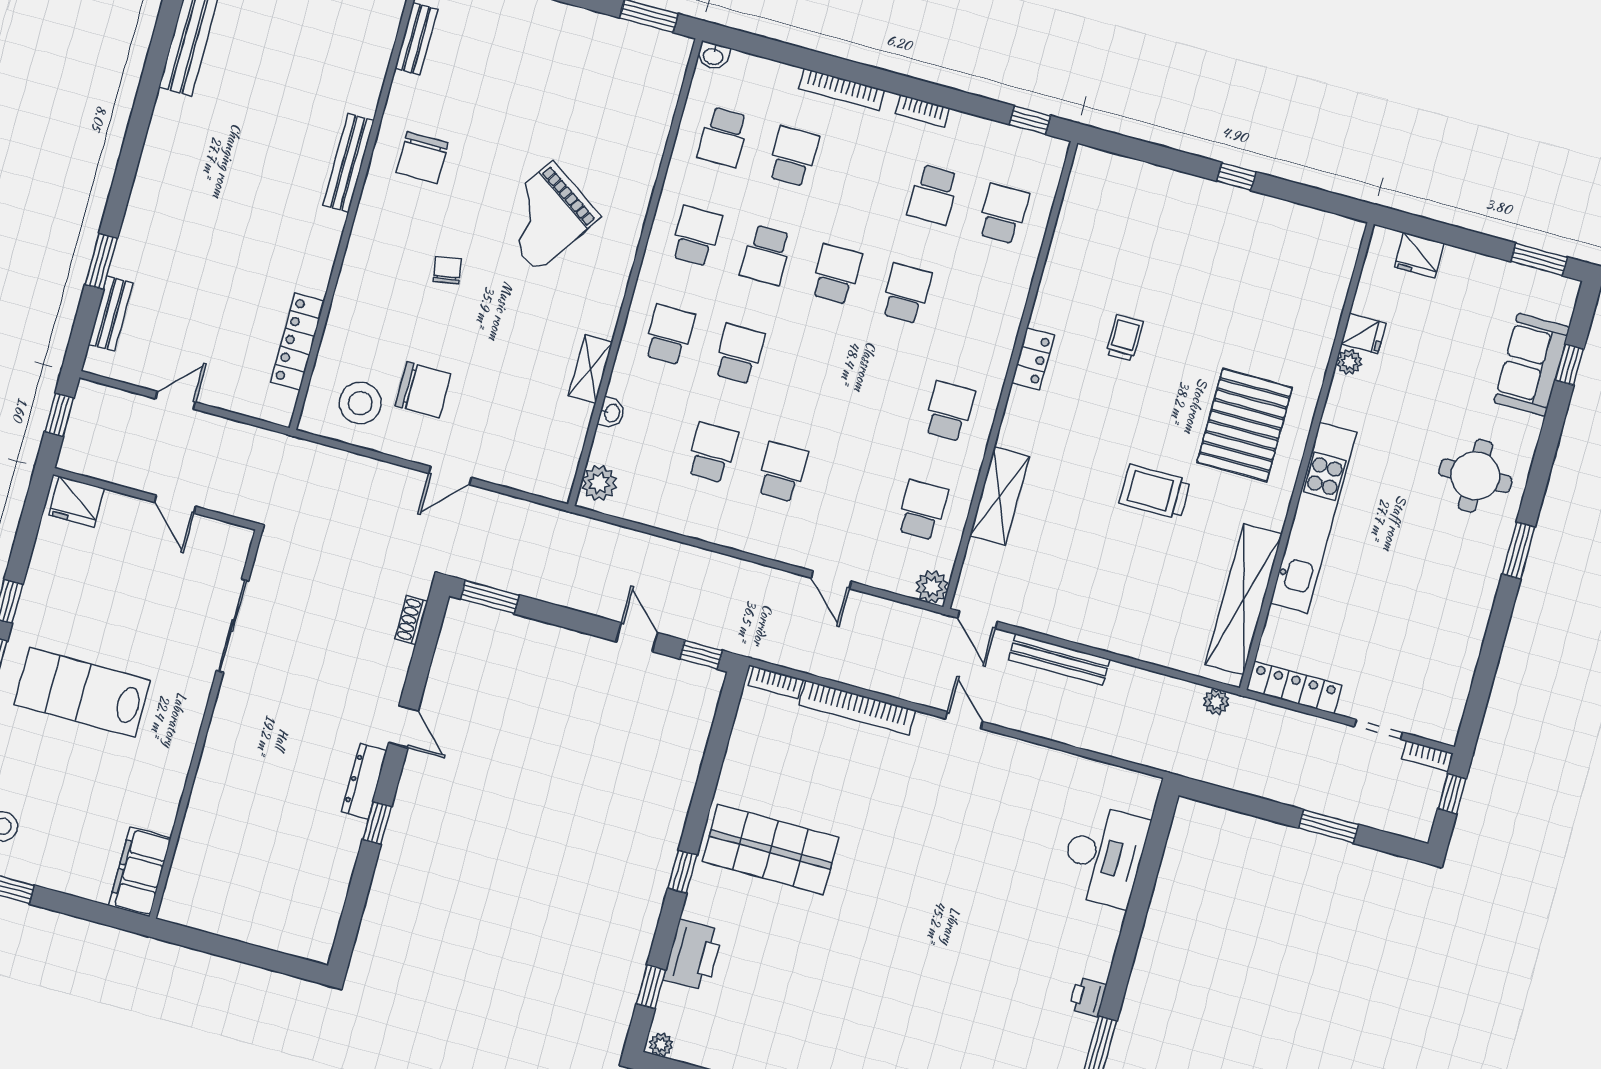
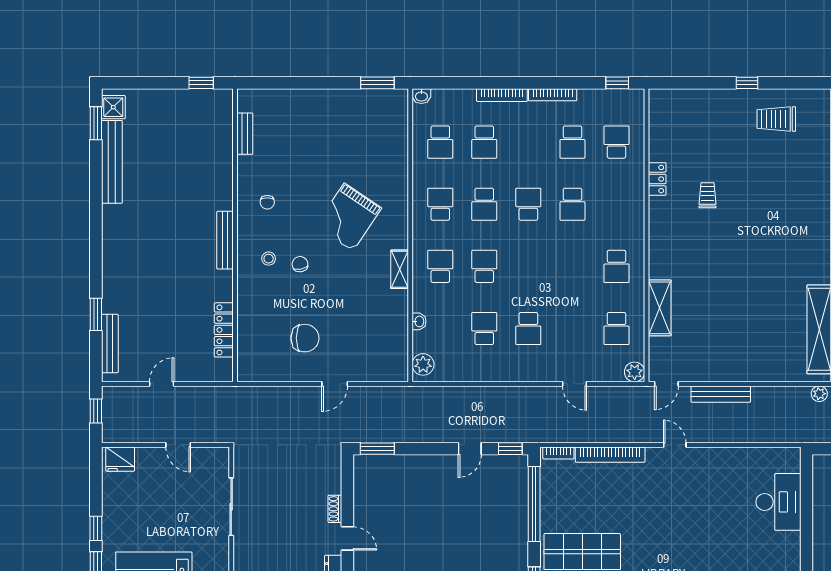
bookcase: (922, 111) -> (553, 95), width x1.56
school desk: (793, 156) -> (484, 142), turned 180
chair: (422, 158) -> (267, 202), width x0.54, depth x0.54
bench: (348, 163) -> (225, 240), moved
school desk: (906, 293) -> (572, 204), turned 180
bench: (111, 314) -> (110, 344), width x1.36
locker: (1033, 359) -> (657, 179), moved
shelving: (590, 369) -> (400, 269), moved
stool: (360, 403) -> (269, 259), moved, width x0.53, depth x0.53
school desk: (949, 411) -> (617, 266), turned 180
pallet: (1245, 425) -> (792, 227), removed
school desk: (782, 472) -> (528, 329), turned 180
trolley: (1155, 492) -> (776, 119), moved
school desk: (922, 510) -> (617, 329), turned 180
shoe rack: (411, 620) -> (335, 509), moved
door: (977, 620) -> (666, 384), hinge flipped
door: (637, 637) -> (470, 449), swing flipped
window: (715, 753) -> (534, 504), added

